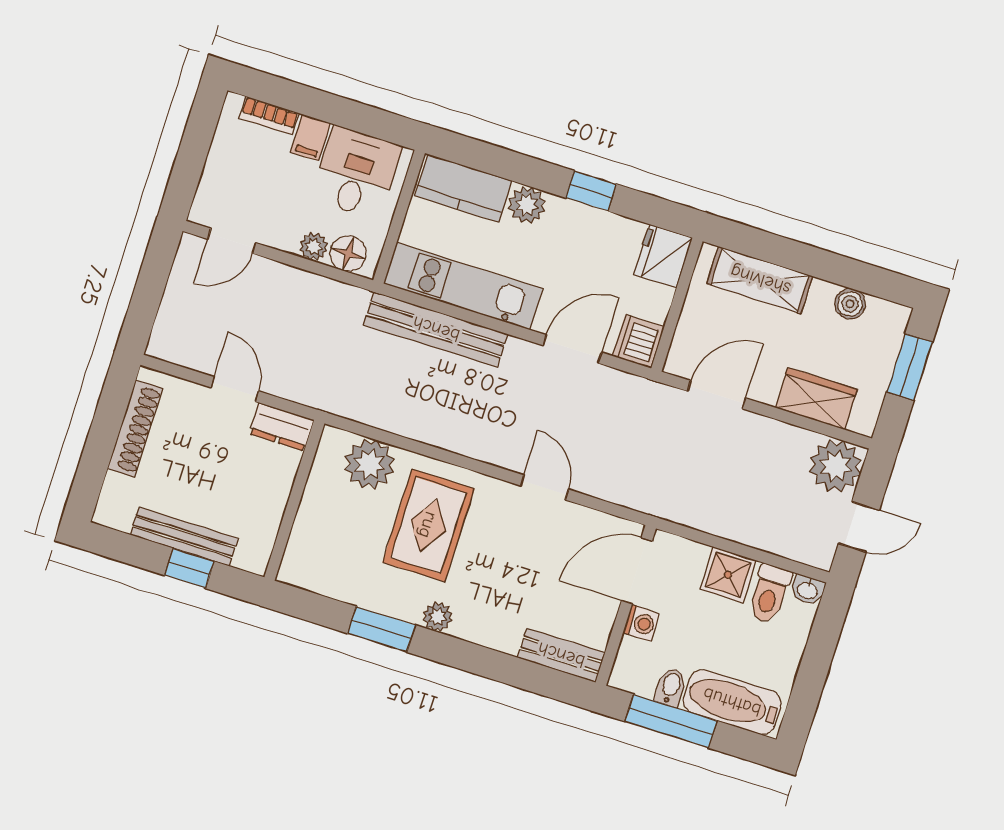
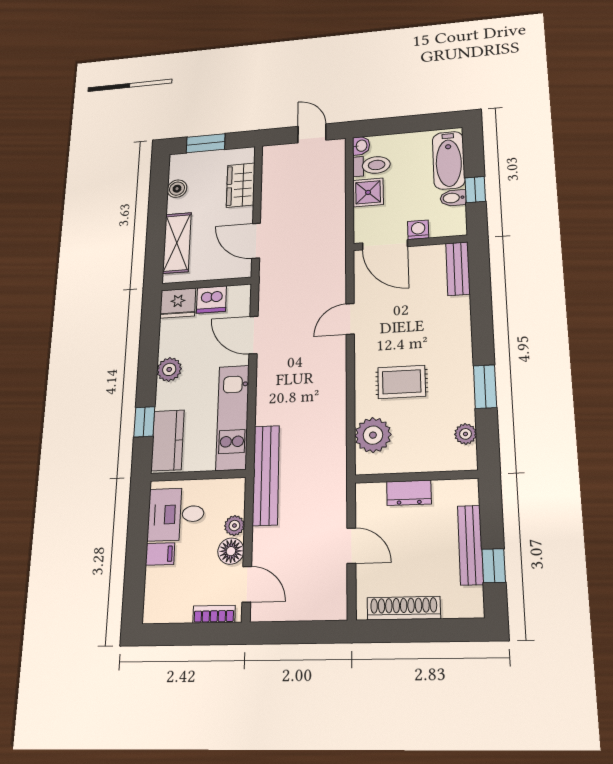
bookcase: (269, 116) -> (214, 614), moved, turned -90
window: (591, 191) -> (144, 422), moved
plant: (527, 205) -> (169, 369), moved
floor lamp: (348, 254) -> (231, 551), moved
bench: (436, 329) -> (266, 475), moved
dishwasher: (638, 341) -> (211, 299), moved
door: (235, 389) -> (351, 546), swing flipped
dresser: (281, 427) -> (409, 493), moved, turned 90
plant: (836, 466) -> (279, 159), removed
rug: (428, 525) -> (402, 382), width x0.73, depth x0.70
window: (189, 568) -> (494, 566), moved
plant: (438, 617) -> (465, 434), moved
window: (671, 721) -> (475, 190), width x0.46

